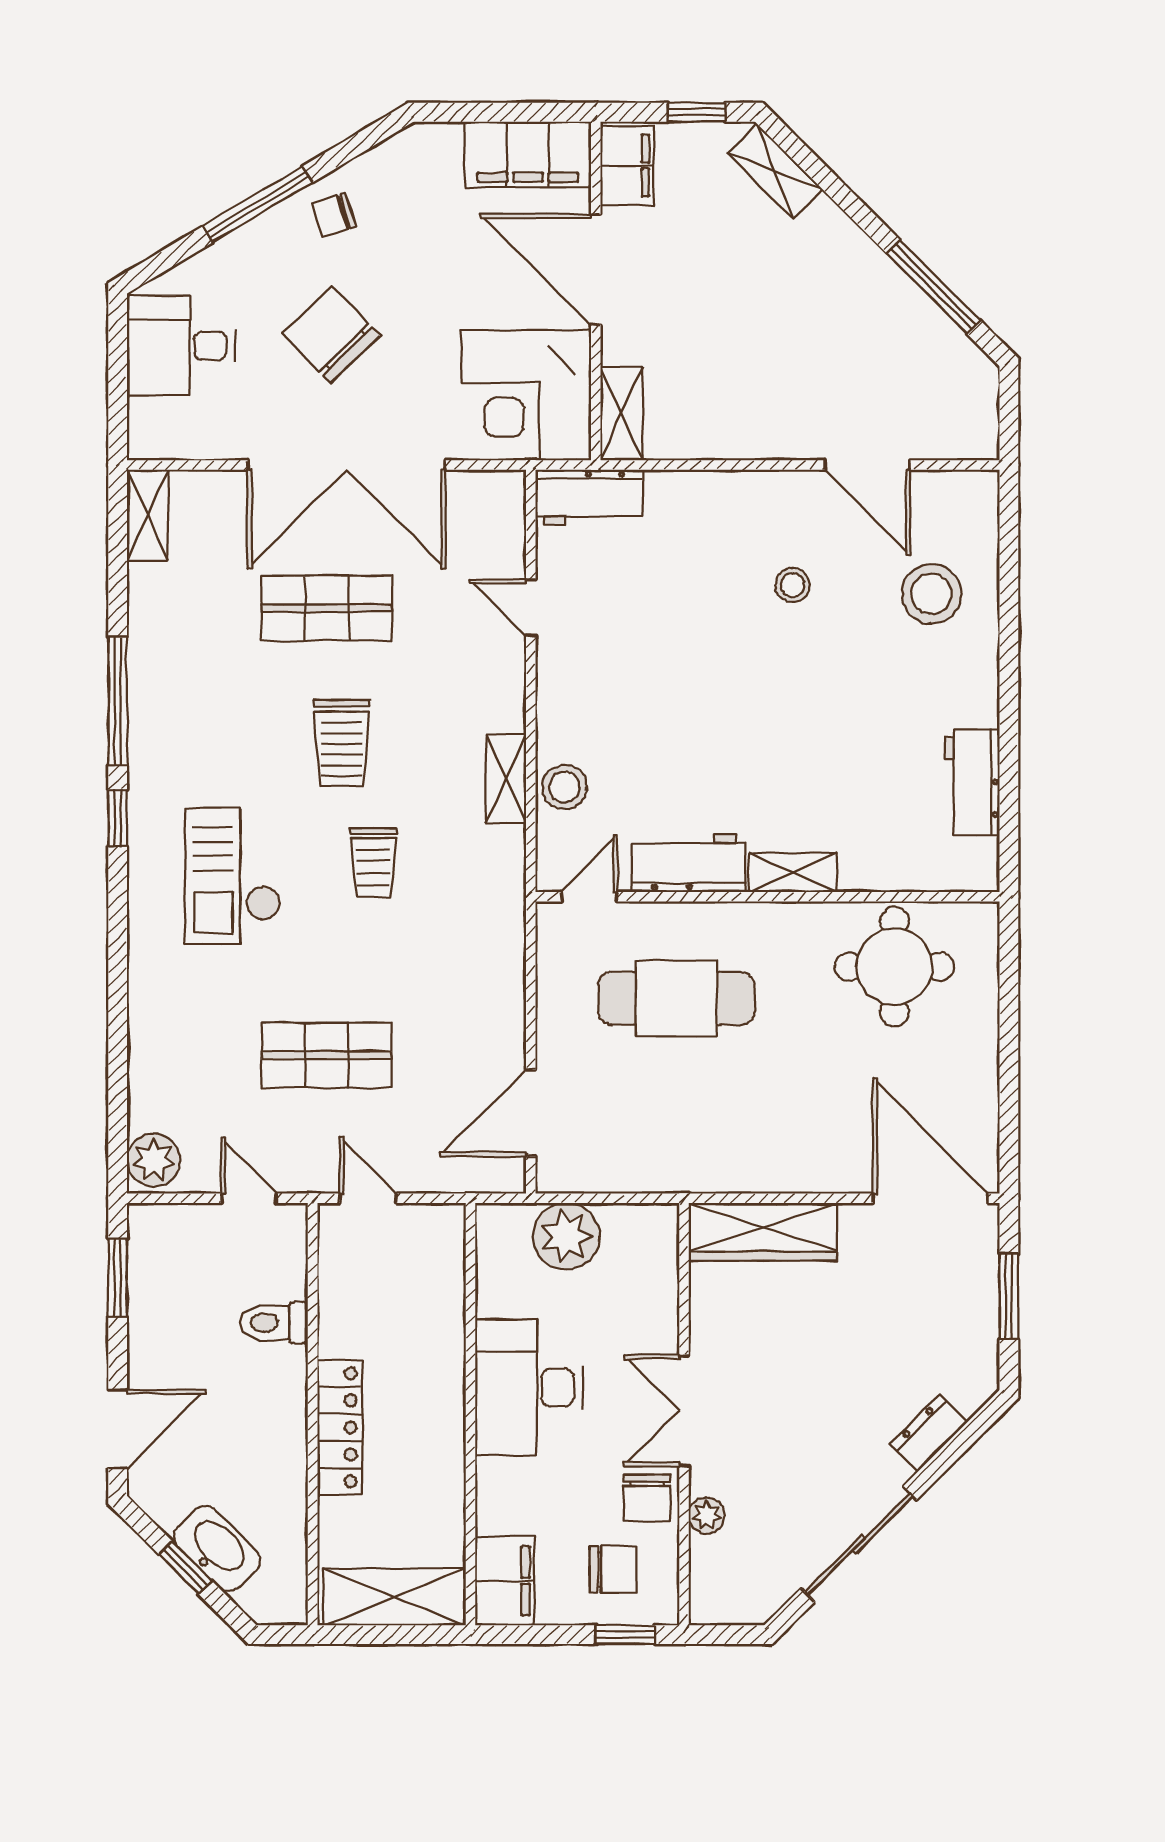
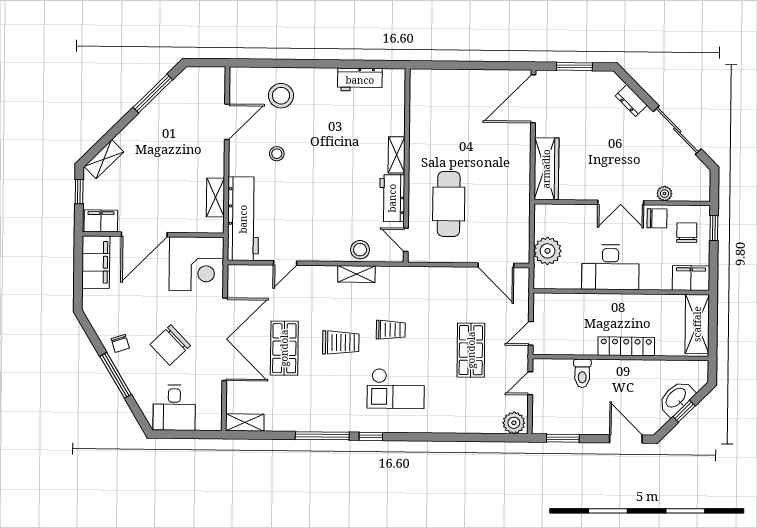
shelving: (621, 414) -> (215, 197), moved, turned 90
workbench: (589, 497) -> (243, 219), width x1.88, depth x1.32
round table: (894, 967) -> (436, 113), removed

